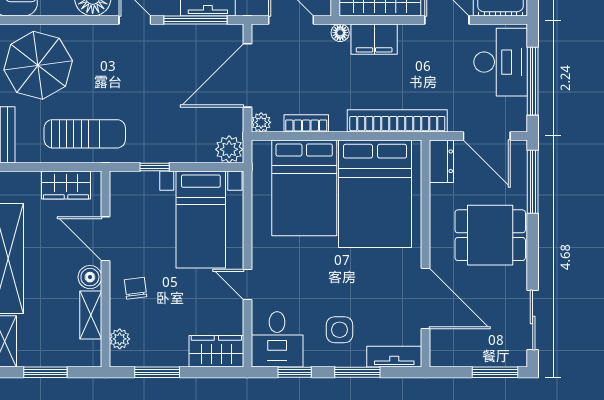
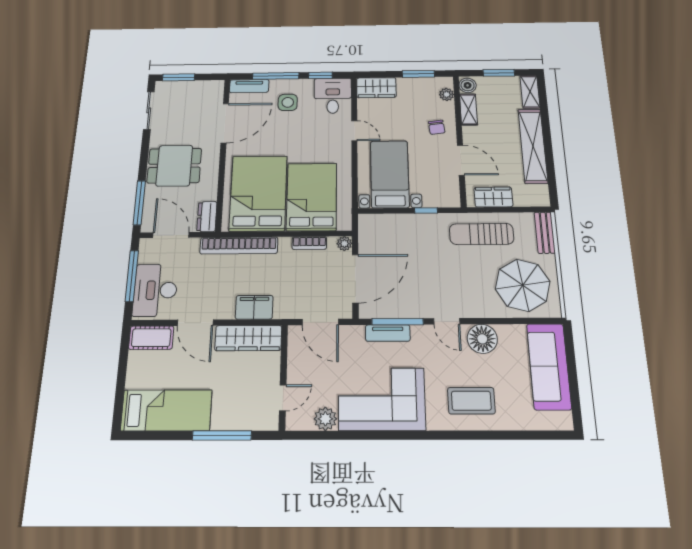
floor lamp: (340, 33) -> (281, 312), removed
plant: (229, 149) -> (369, 224), removed
boiler: (90, 277) -> (468, 85), moved
door: (425, 299) -> (225, 123), swing flipped
window: (357, 372) -> (276, 76), width x1.44

